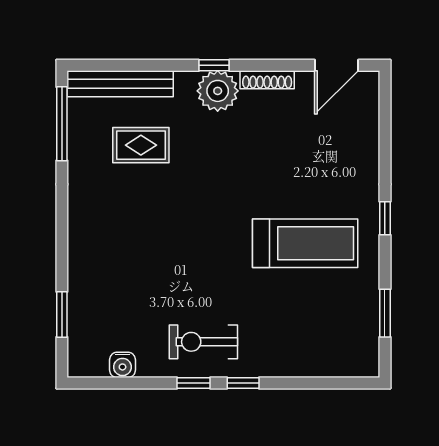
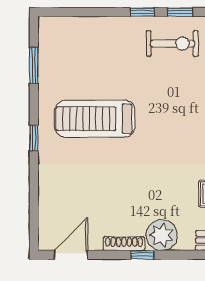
window: (214, 65) -> (143, 255), moved

